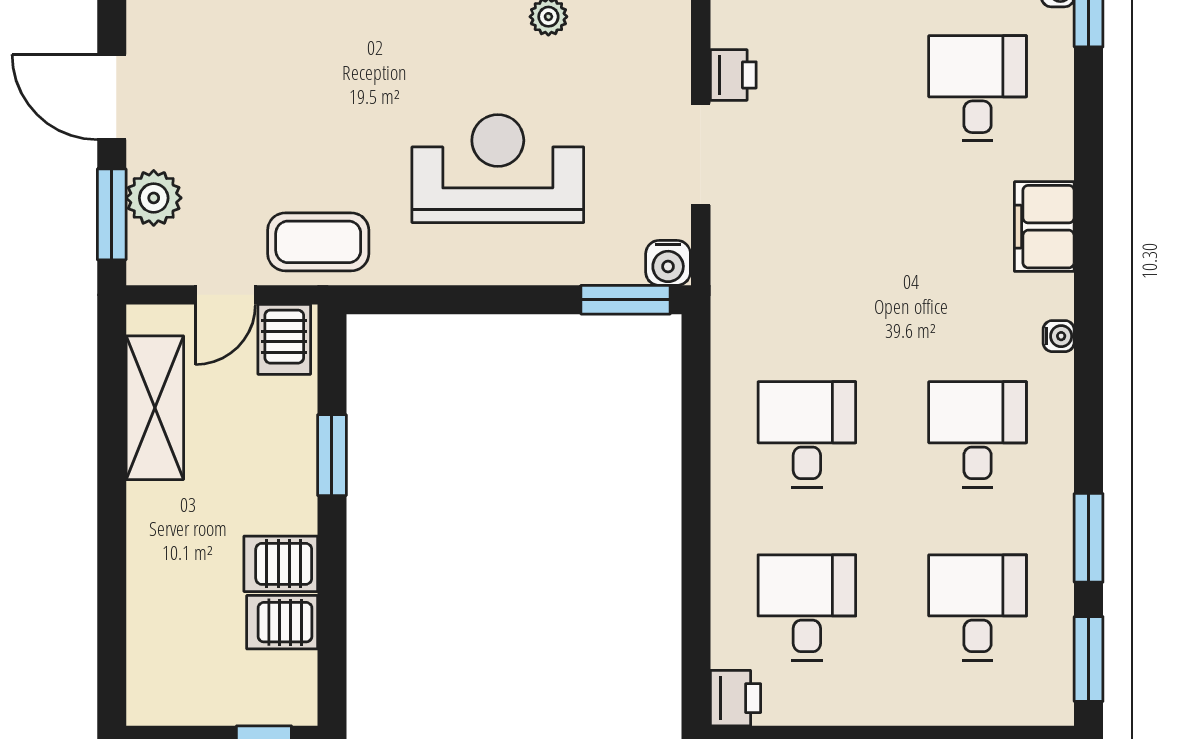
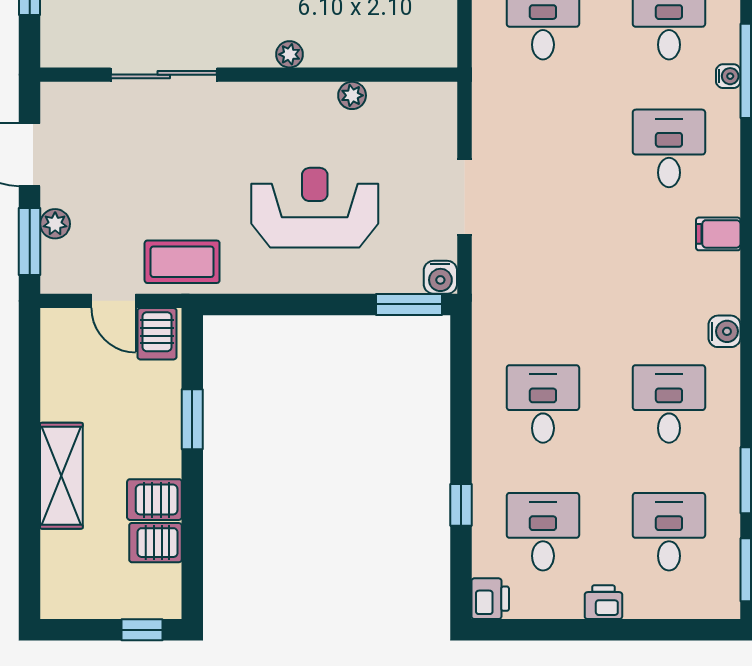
printer: (733, 75) -> (603, 602), moved, turned -90
plant: (154, 198) -> (55, 224), width x0.73, depth x0.73
filing cabinet: (1044, 227) -> (718, 234), width x0.50
door: (225, 295) -> (114, 301), hinge flipped
water cooler: (1059, 336) -> (724, 331), width x1.38, depth x1.38
shelving: (155, 408) -> (61, 476), moved
window: (696, 571) -> (461, 505), added

